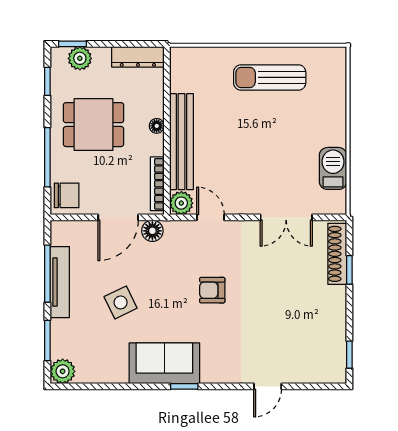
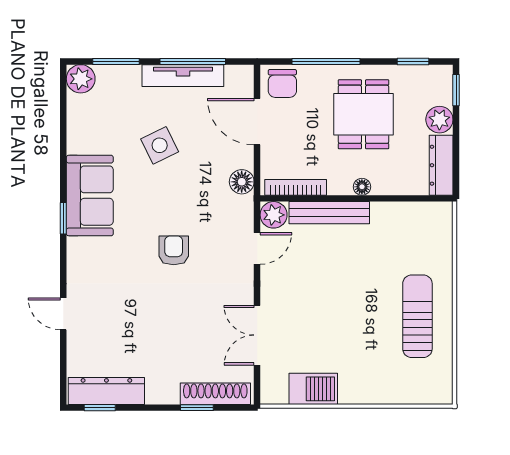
plant: (80, 58) -> (439, 120), moved
bench: (181, 142) -> (329, 213), width x0.73, depth x0.82
door: (118, 217) -> (257, 122), moved
dresser: (335, 349) -> (106, 391), added

